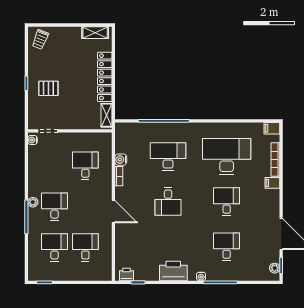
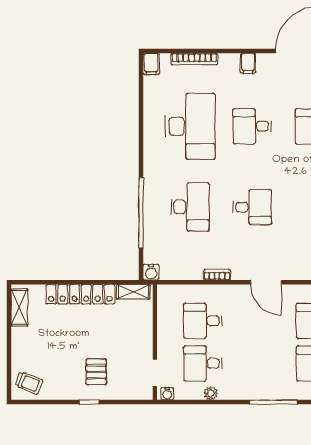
desk: (168, 156) -> (190, 207), turned 180
desk: (227, 156) -> (190, 126), turned 180
water cooler: (121, 160) -> (151, 272), moved
filing cabinet: (272, 183) -> (248, 63), moved
plant: (33, 202) -> (211, 393), moved
desk: (54, 207) -> (203, 363), moved
door: (113, 212) -> (266, 282), swing flipped

